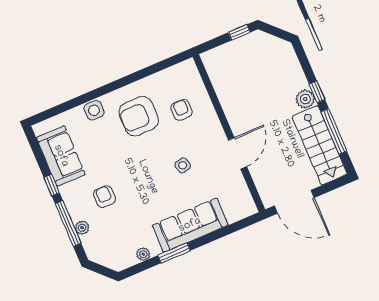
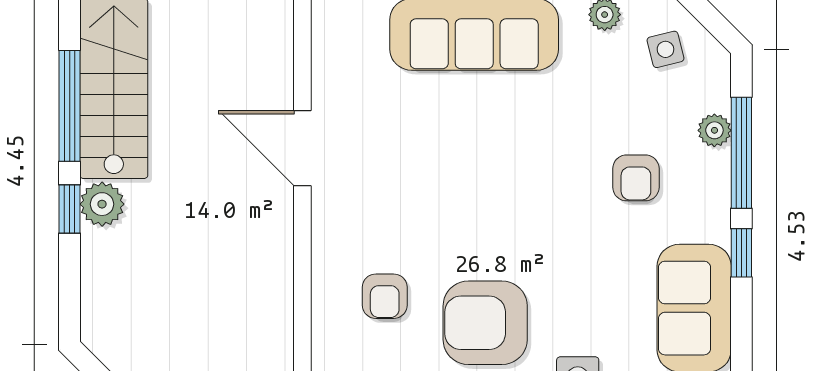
armchair: (139, 116) -> (485, 323), turned 180
door: (237, 153) -> (302, 148), hinge flipped
side table: (183, 165) -> (665, 49), moved

